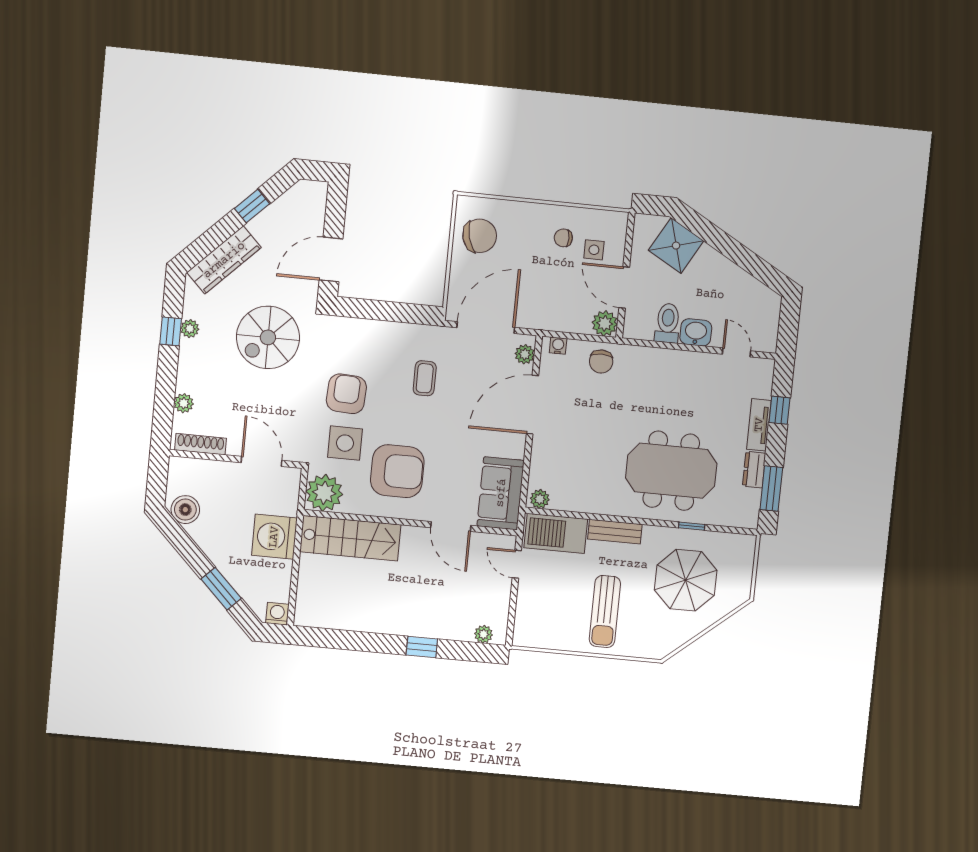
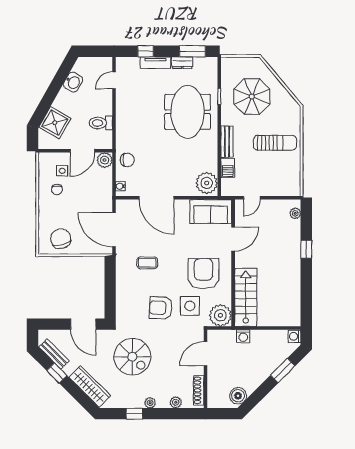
bench: (285, 205) -> (54, 354), added
plant: (190, 329) -> (150, 403), moved
washbasin: (696, 332) -> (73, 82), moved, turned -151
plant: (525, 354) -> (127, 205), removed
plant: (540, 499) -> (207, 183), width x1.88, depth x1.88
barbecue: (556, 533) -> (228, 168), width x0.53, depth x0.65
washing machine: (274, 537) -> (243, 336), width x0.53, depth x0.53

